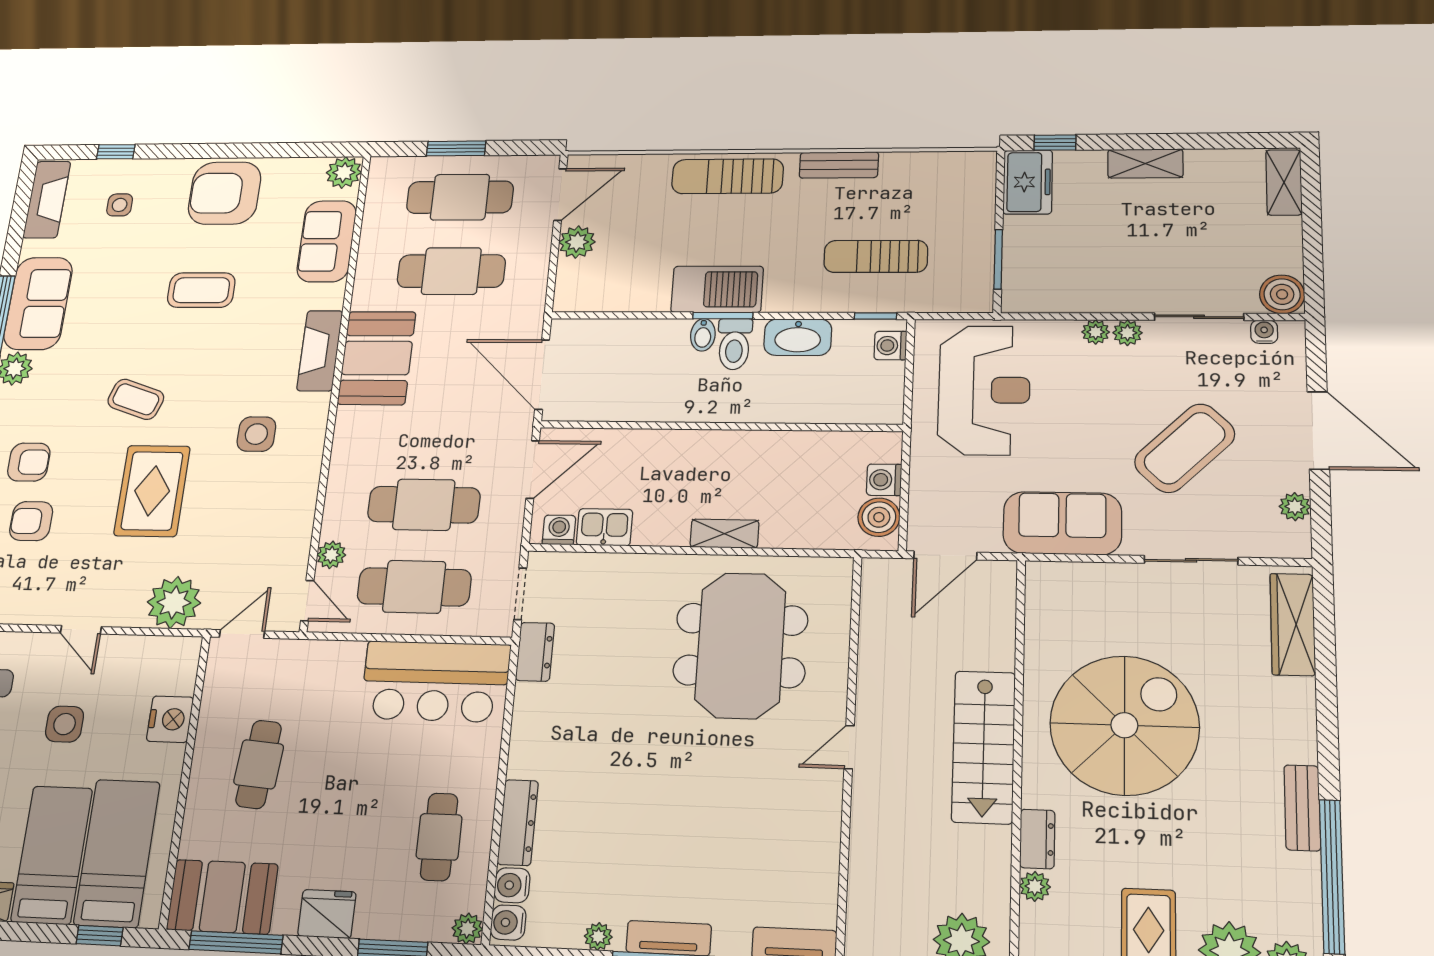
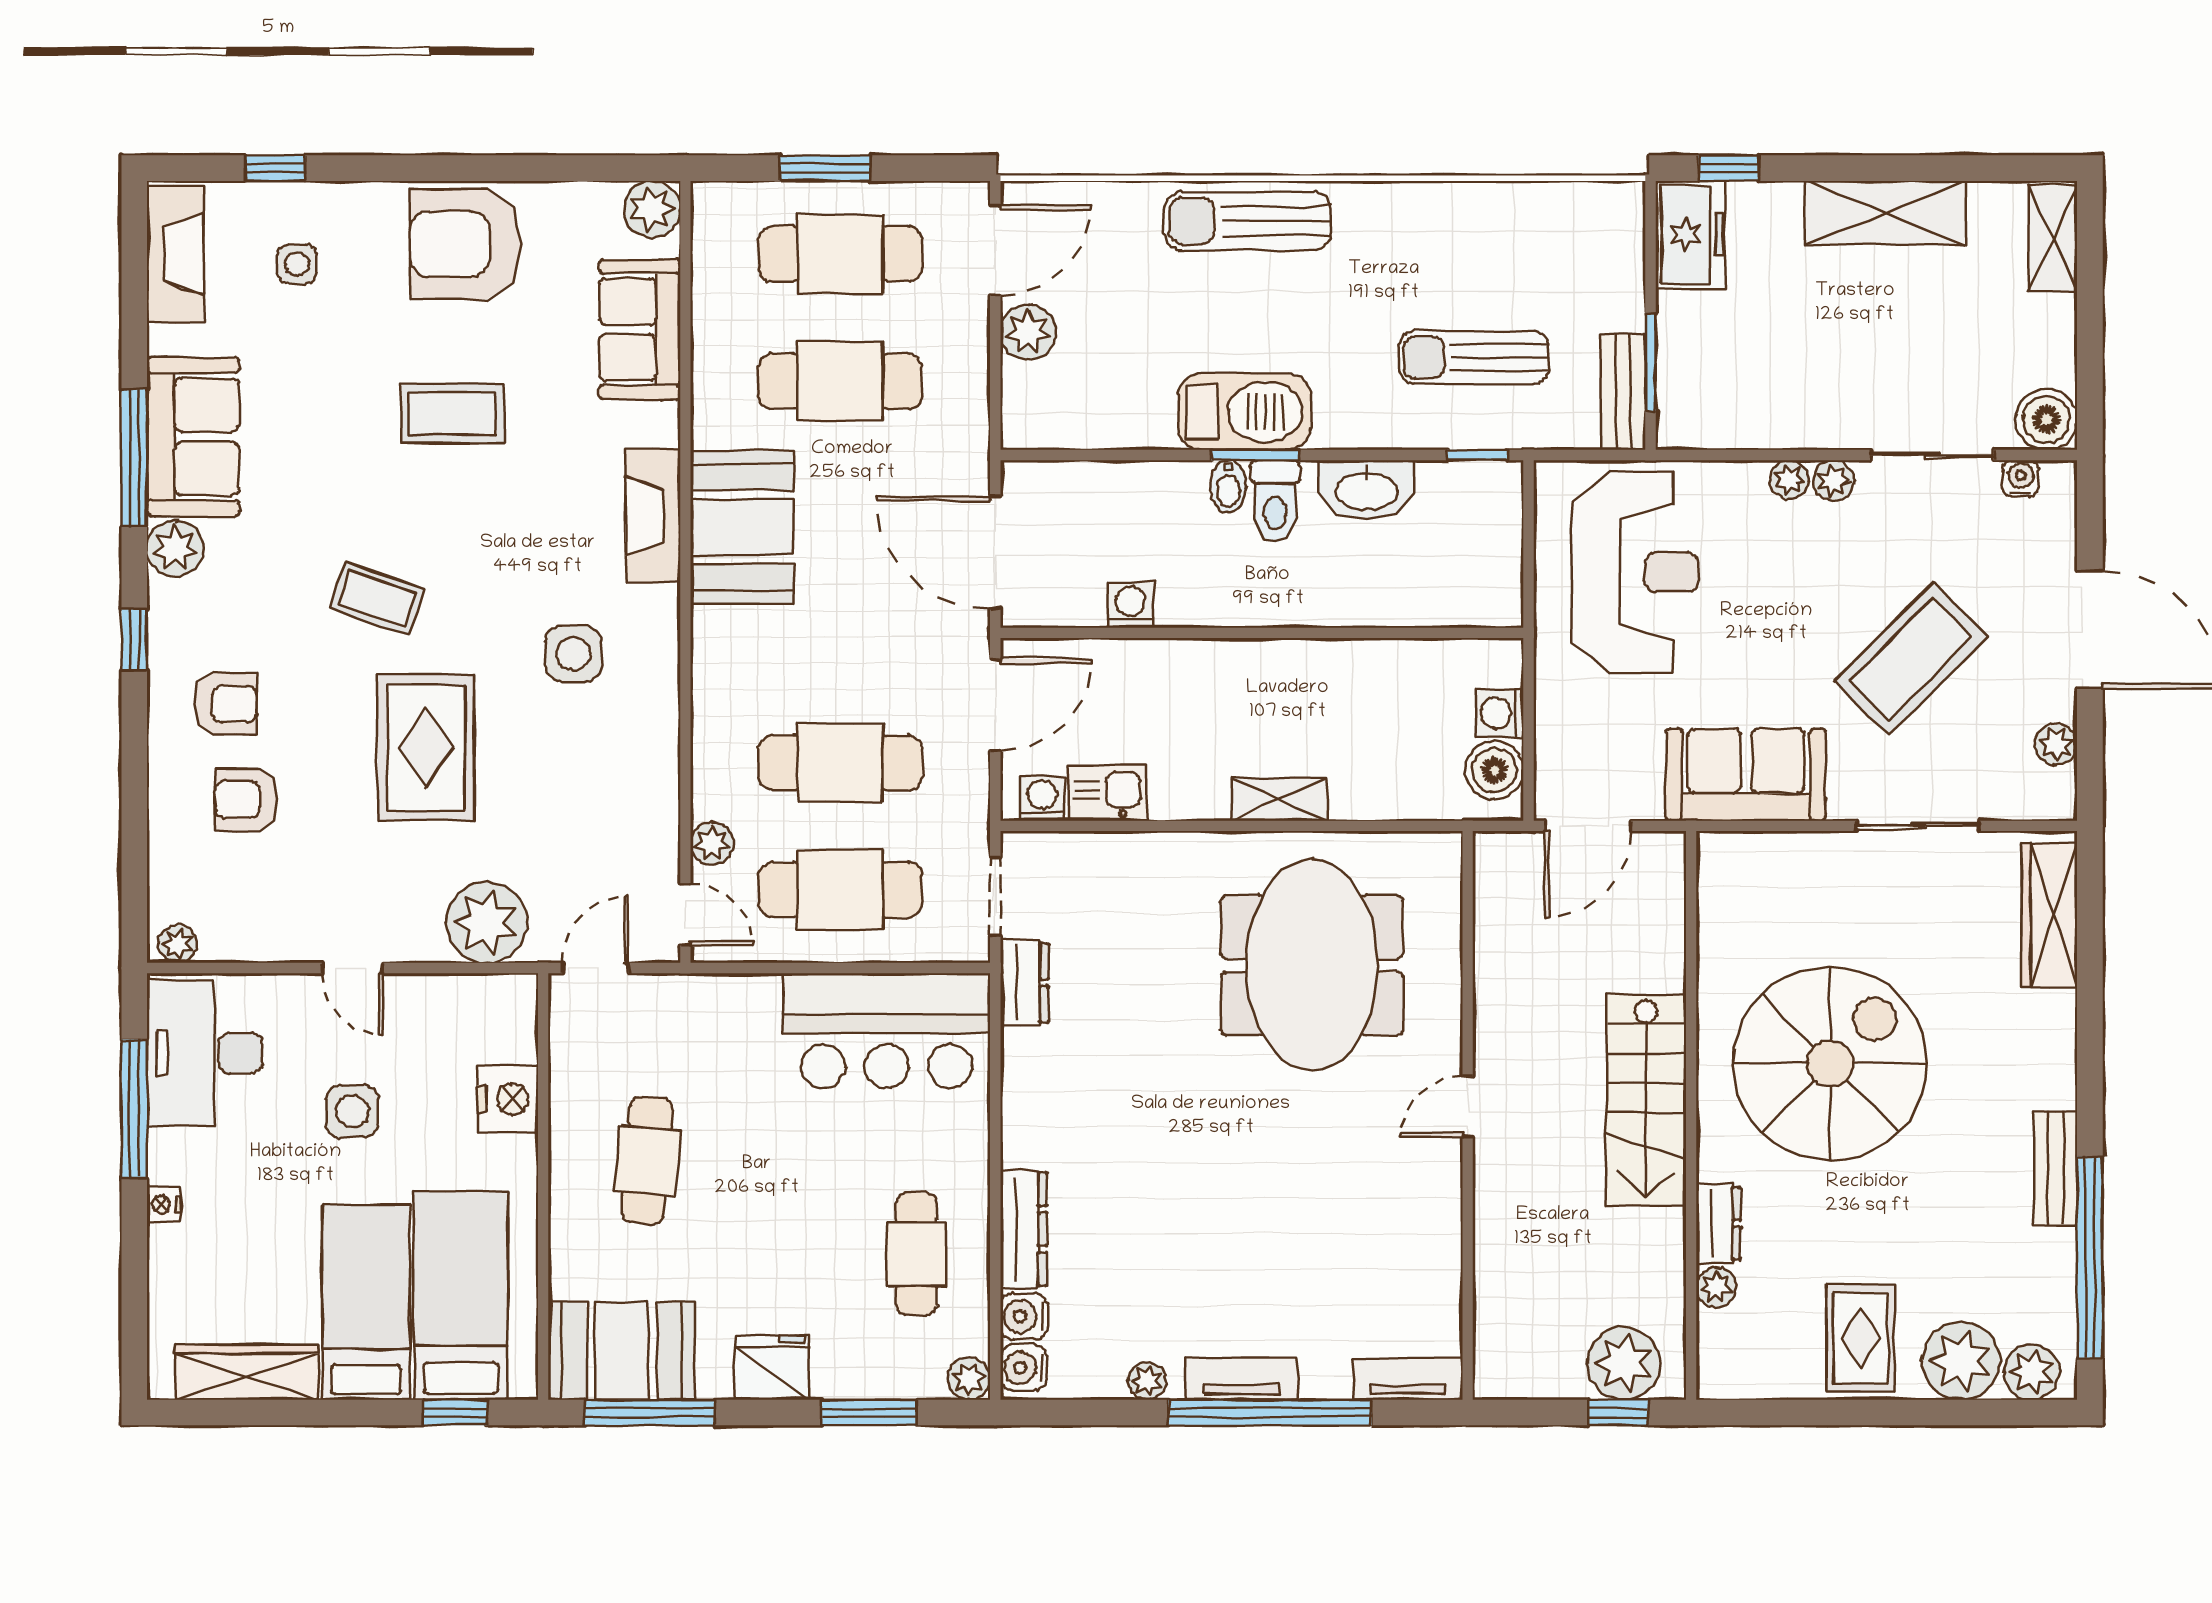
shelving: (1145, 163) -> (1885, 213), width x1.50, depth x1.33
bench: (839, 165) -> (1623, 392), moved, turned 90
washing machine: (890, 346) -> (1130, 605), moved, turned 90

